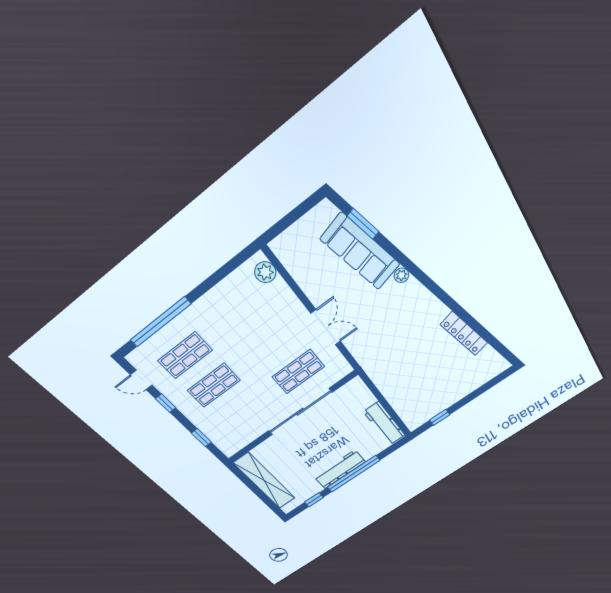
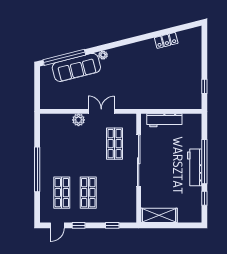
window: (363, 224) -> (64, 57), width x2.11
plant: (265, 272) -> (78, 120), moved
window: (161, 322) -> (37, 169), moved
locker: (464, 334) -> (166, 40), width x0.66
workbench: (384, 424) -> (164, 120), moved
shelving: (265, 481) -> (159, 215), width x0.68

